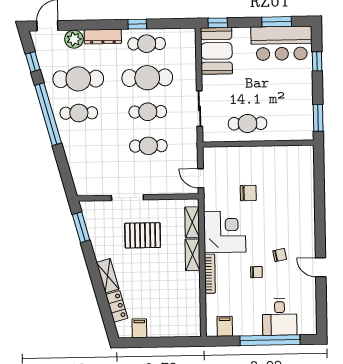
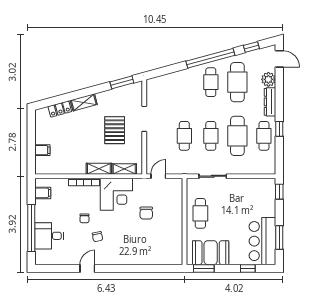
booth: (216, 51) -> (211, 253), moved
filing cabinet: (139, 328) -> (42, 150), moved

